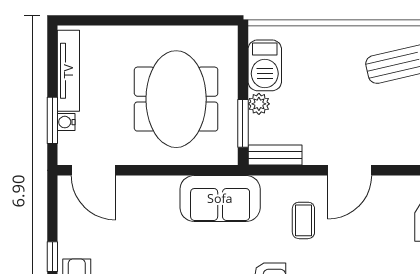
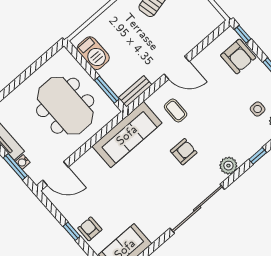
plant: (259, 104) -> (106, 74), removed
door: (350, 170) -> (177, 68), hinge flipped
sofa: (220, 198) -> (127, 135), width x1.36

